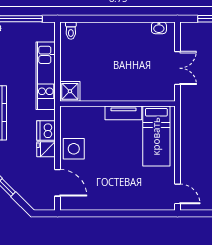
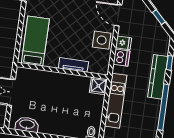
washbasin: (159, 28) -> (27, 125), width x1.91, depth x1.45
tv unit: (123, 113) -> (73, 65), moved

